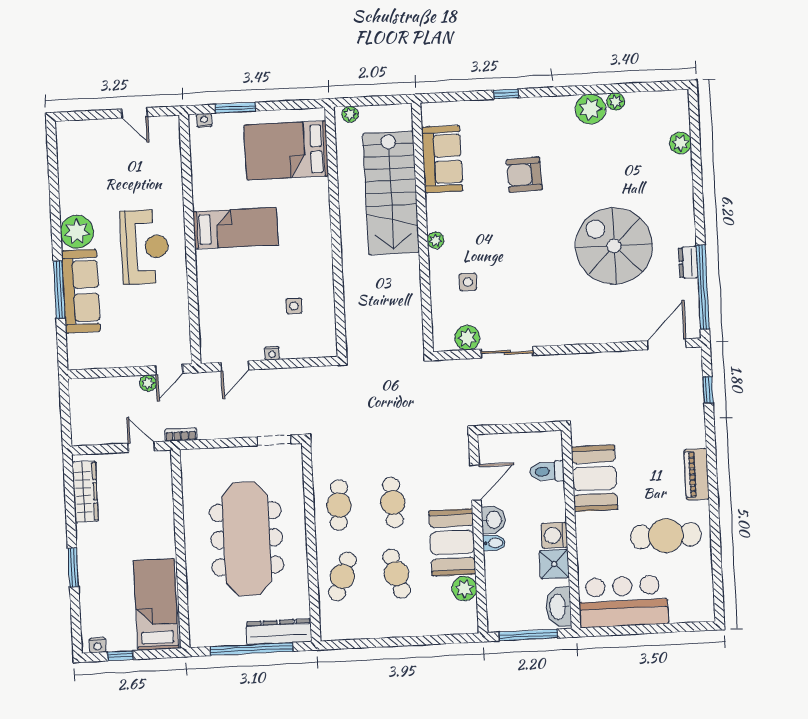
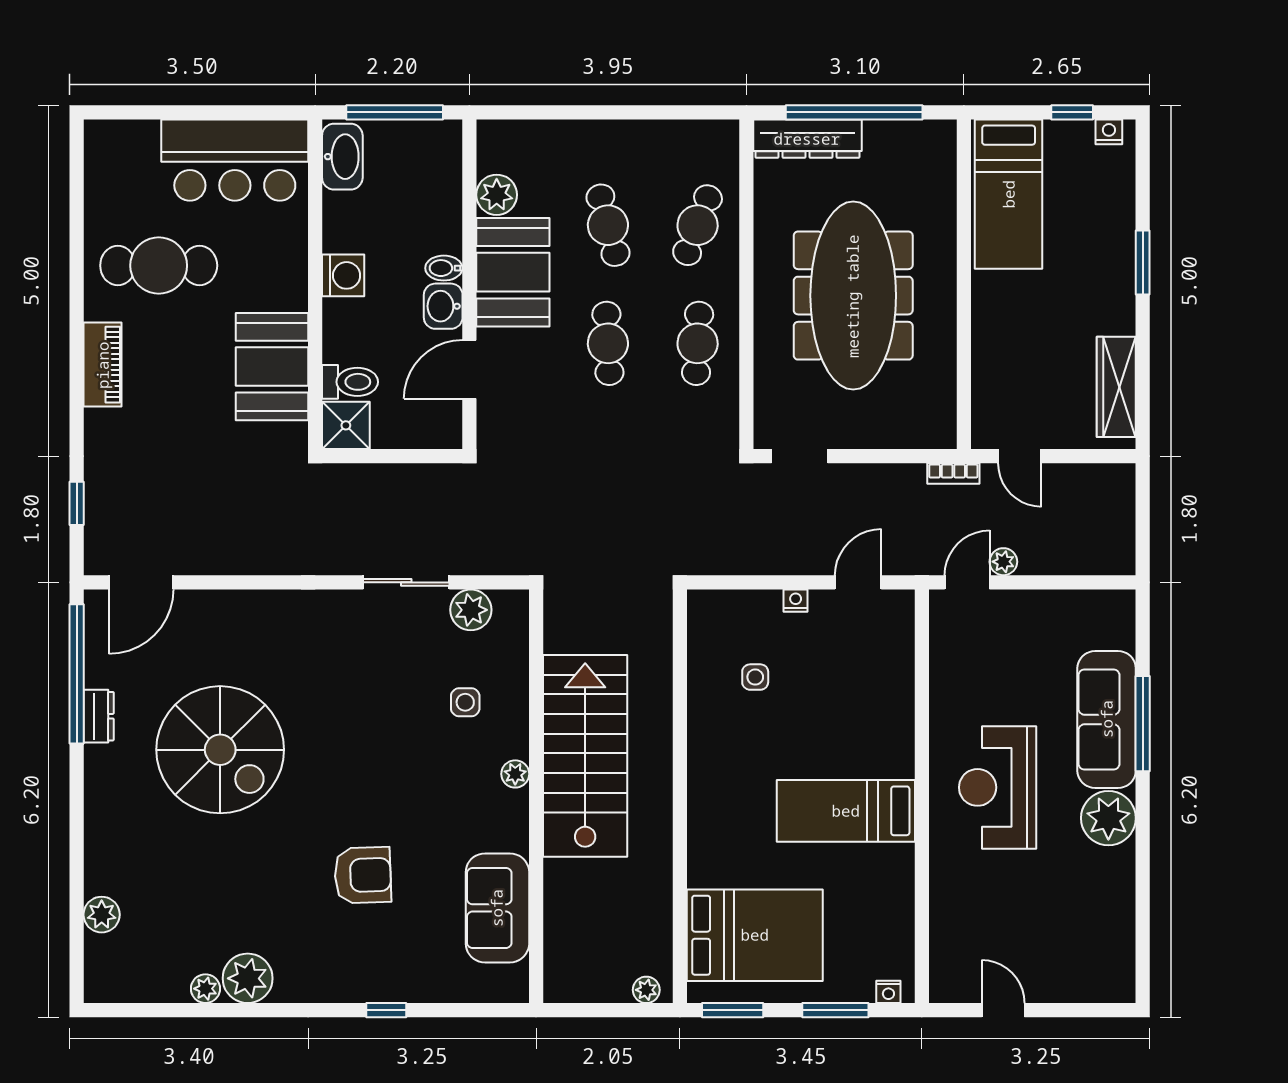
window: (297, 105) -> (733, 1010), added
stairs: (391, 193) -> (585, 756), moved
shower: (554, 564) -> (346, 425), moved

